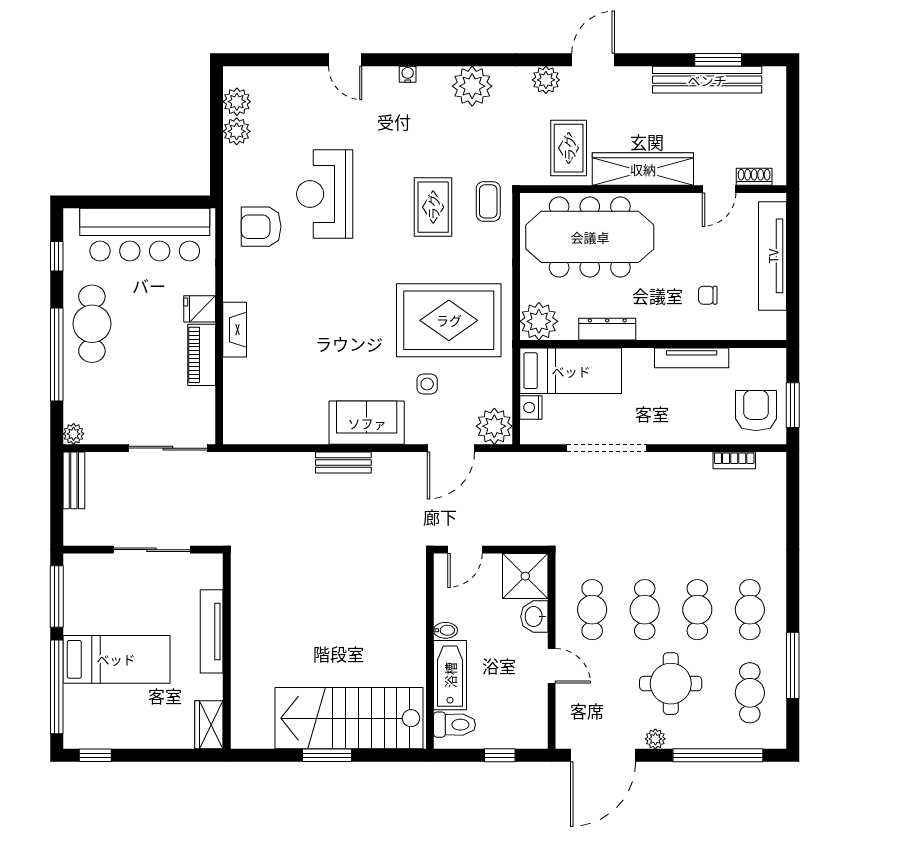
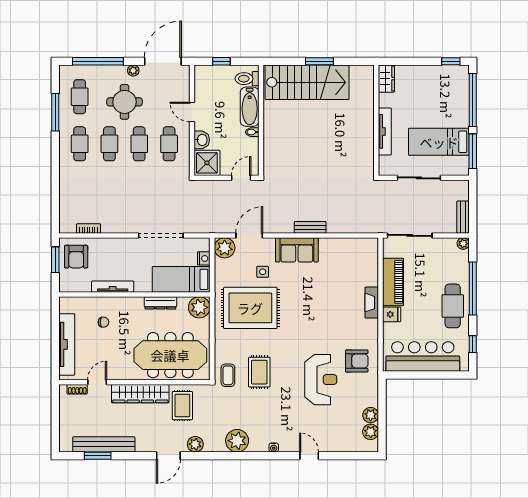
piano: (202, 355) -> (393, 282), width x1.37, depth x1.33
bed: (116, 659) -> (439, 142), moved

